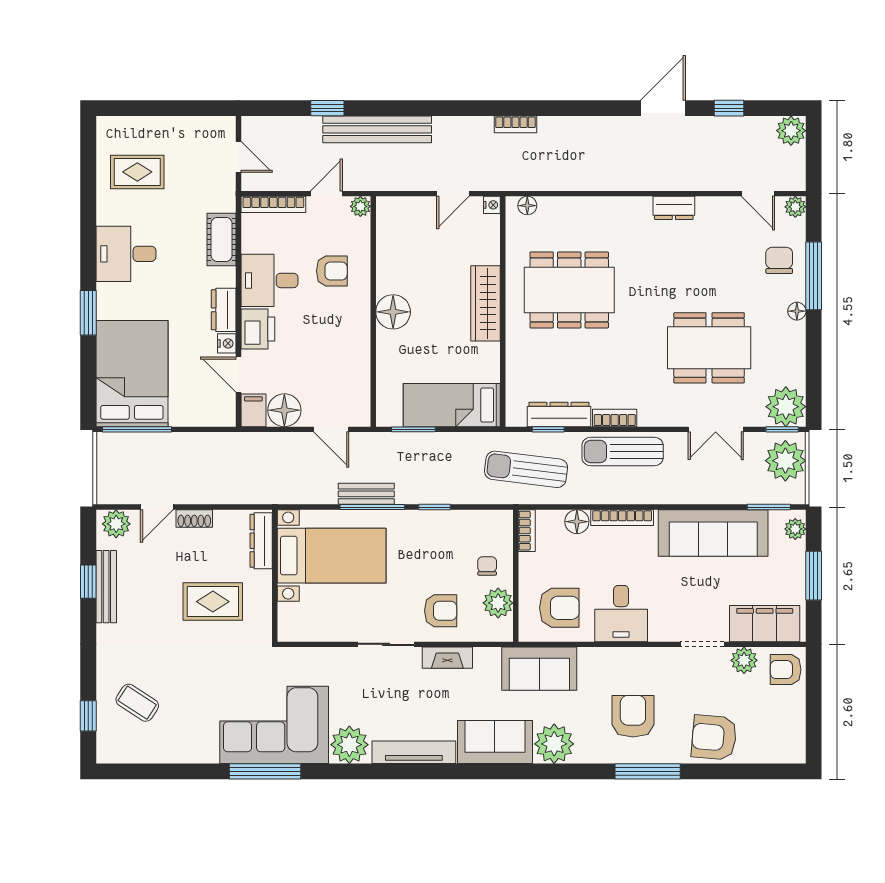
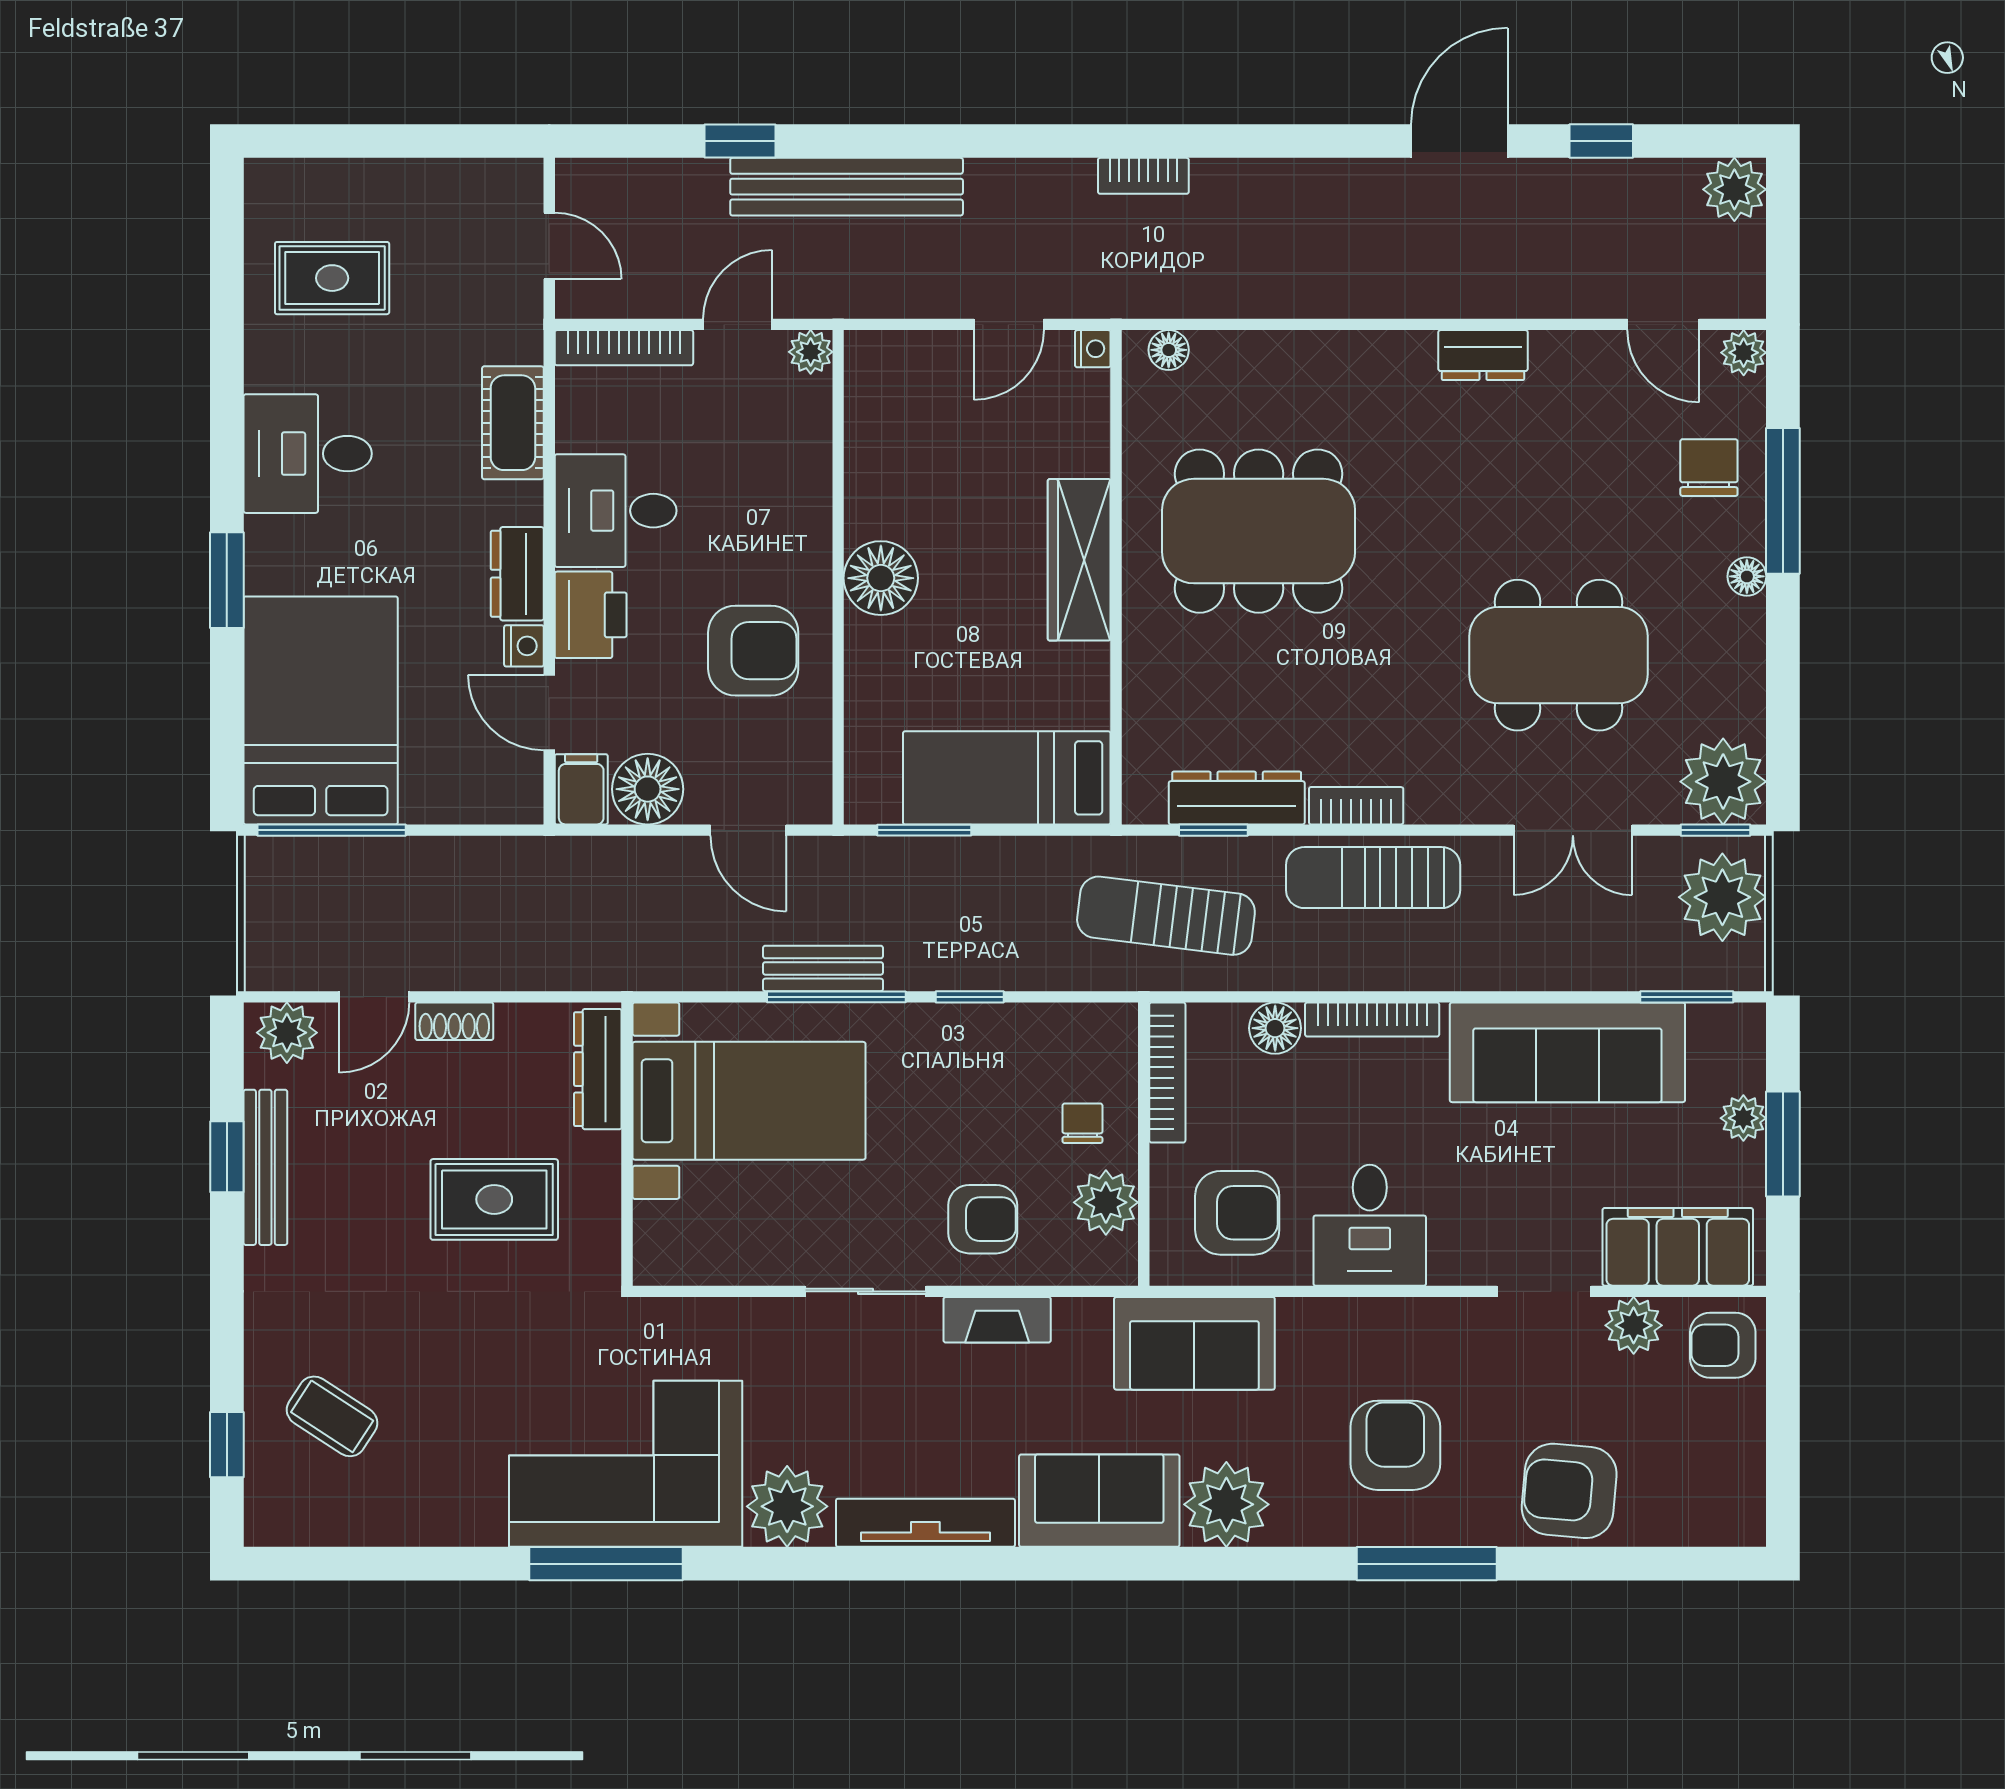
armchair: (332, 271) -> (753, 651), moved, width x1.38, depth x1.38
plant: (795, 529) -> (1743, 1118), moved
bookcase: (527, 531) -> (1167, 1073), width x1.56

